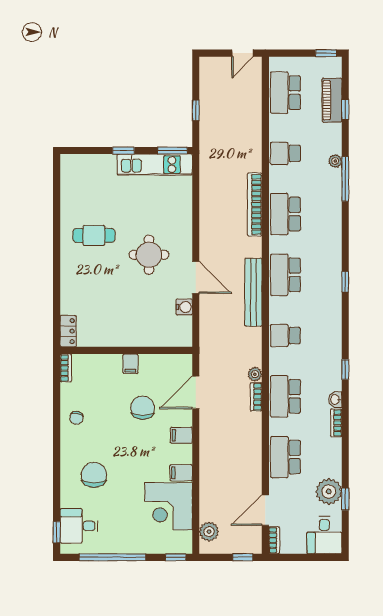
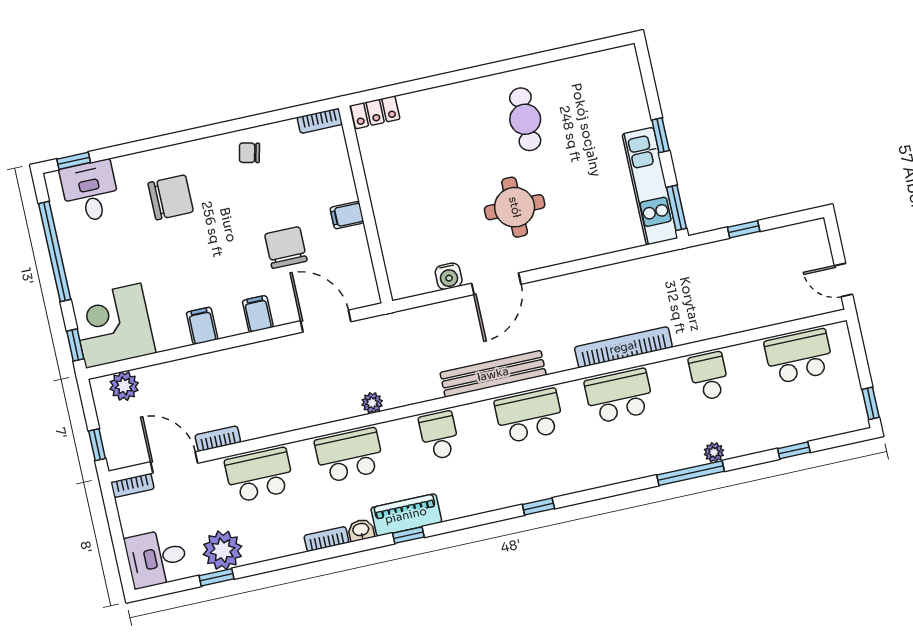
piano: (332, 100) -> (406, 515), moved
bookcase: (256, 397) -> (218, 439), moved
chair: (143, 408) -> (286, 248), turned -90
corner desk: (169, 506) -> (113, 326), moved

